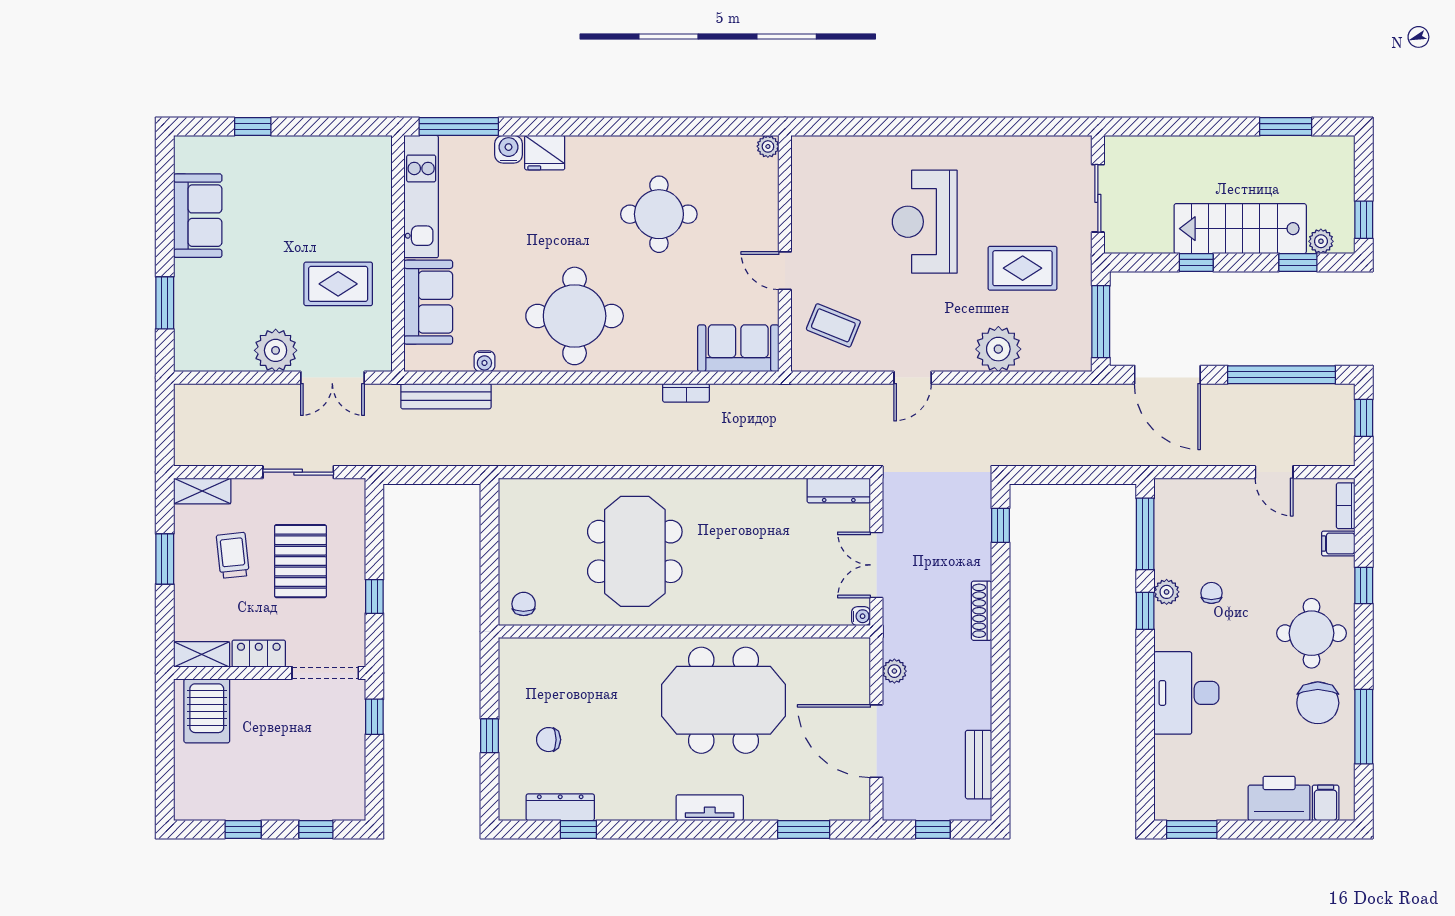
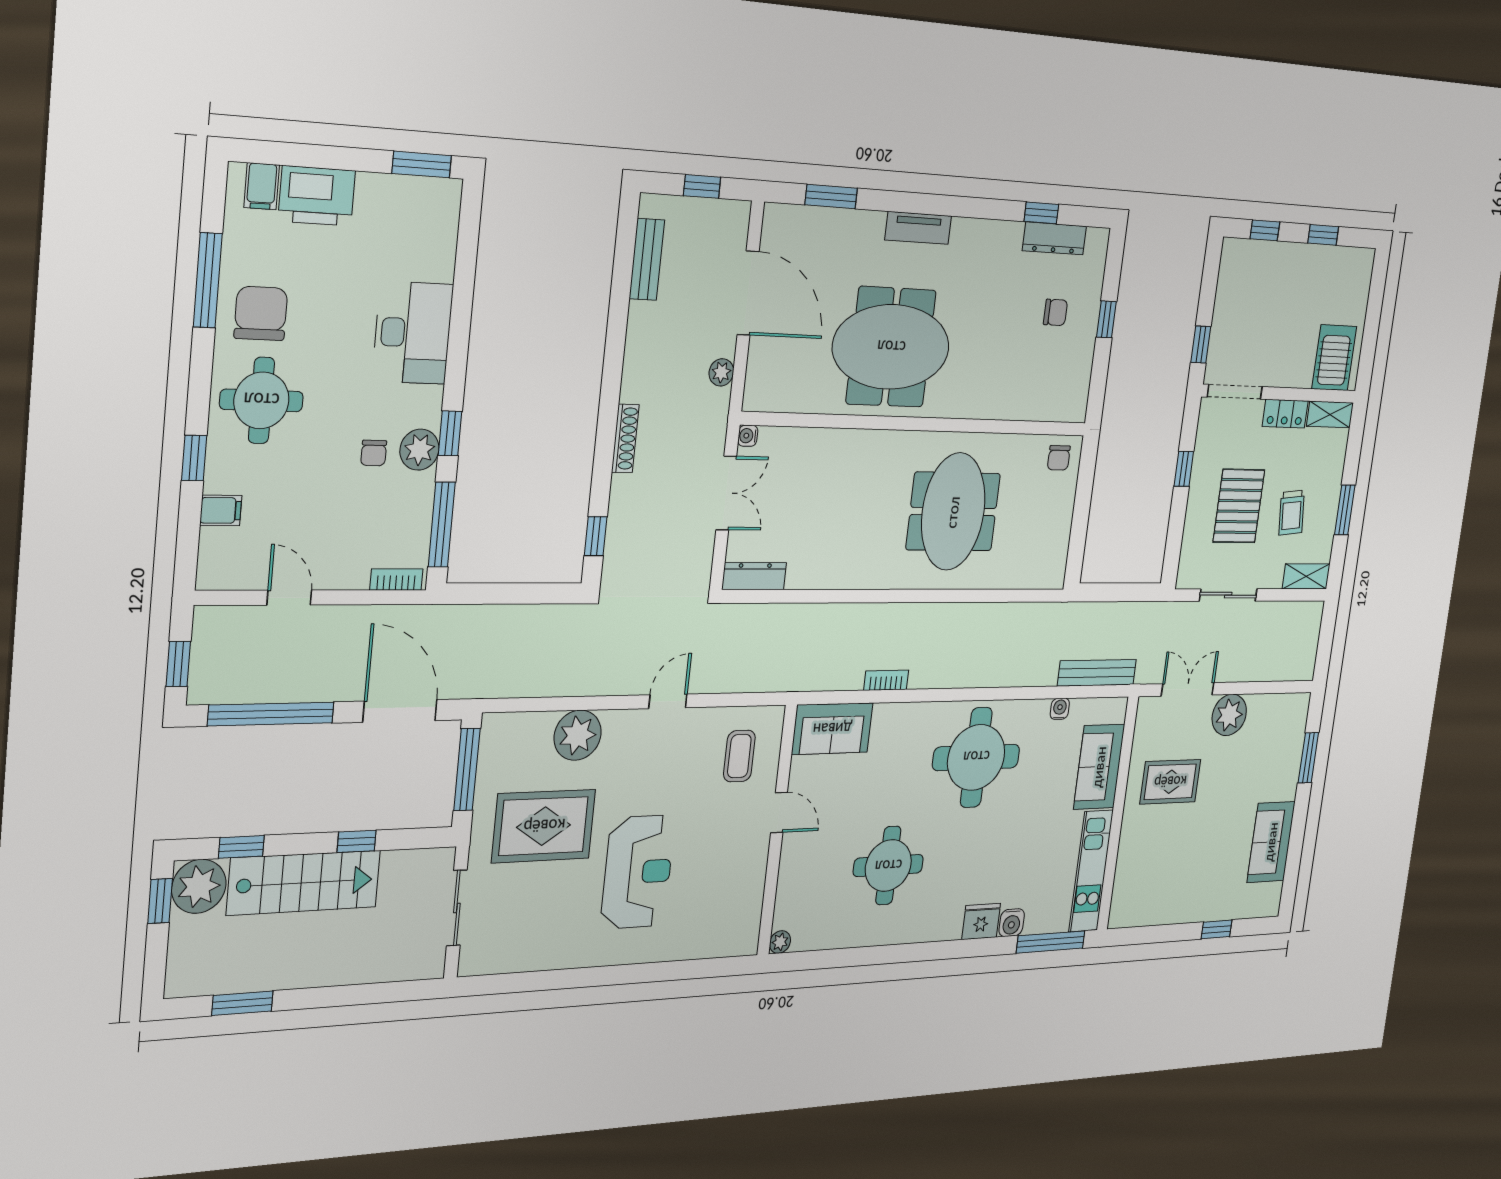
plant: (1321, 241) -> (199, 886), width x1.88, depth x1.88
rug: (1023, 268) -> (544, 826), width x1.36, depth x1.43
coffee table: (833, 325) -> (739, 756), turned 68
bookcase: (1346, 506) -> (396, 580), moved, turned -90
plant: (1167, 592) -> (419, 450), width x1.38, depth x1.38

